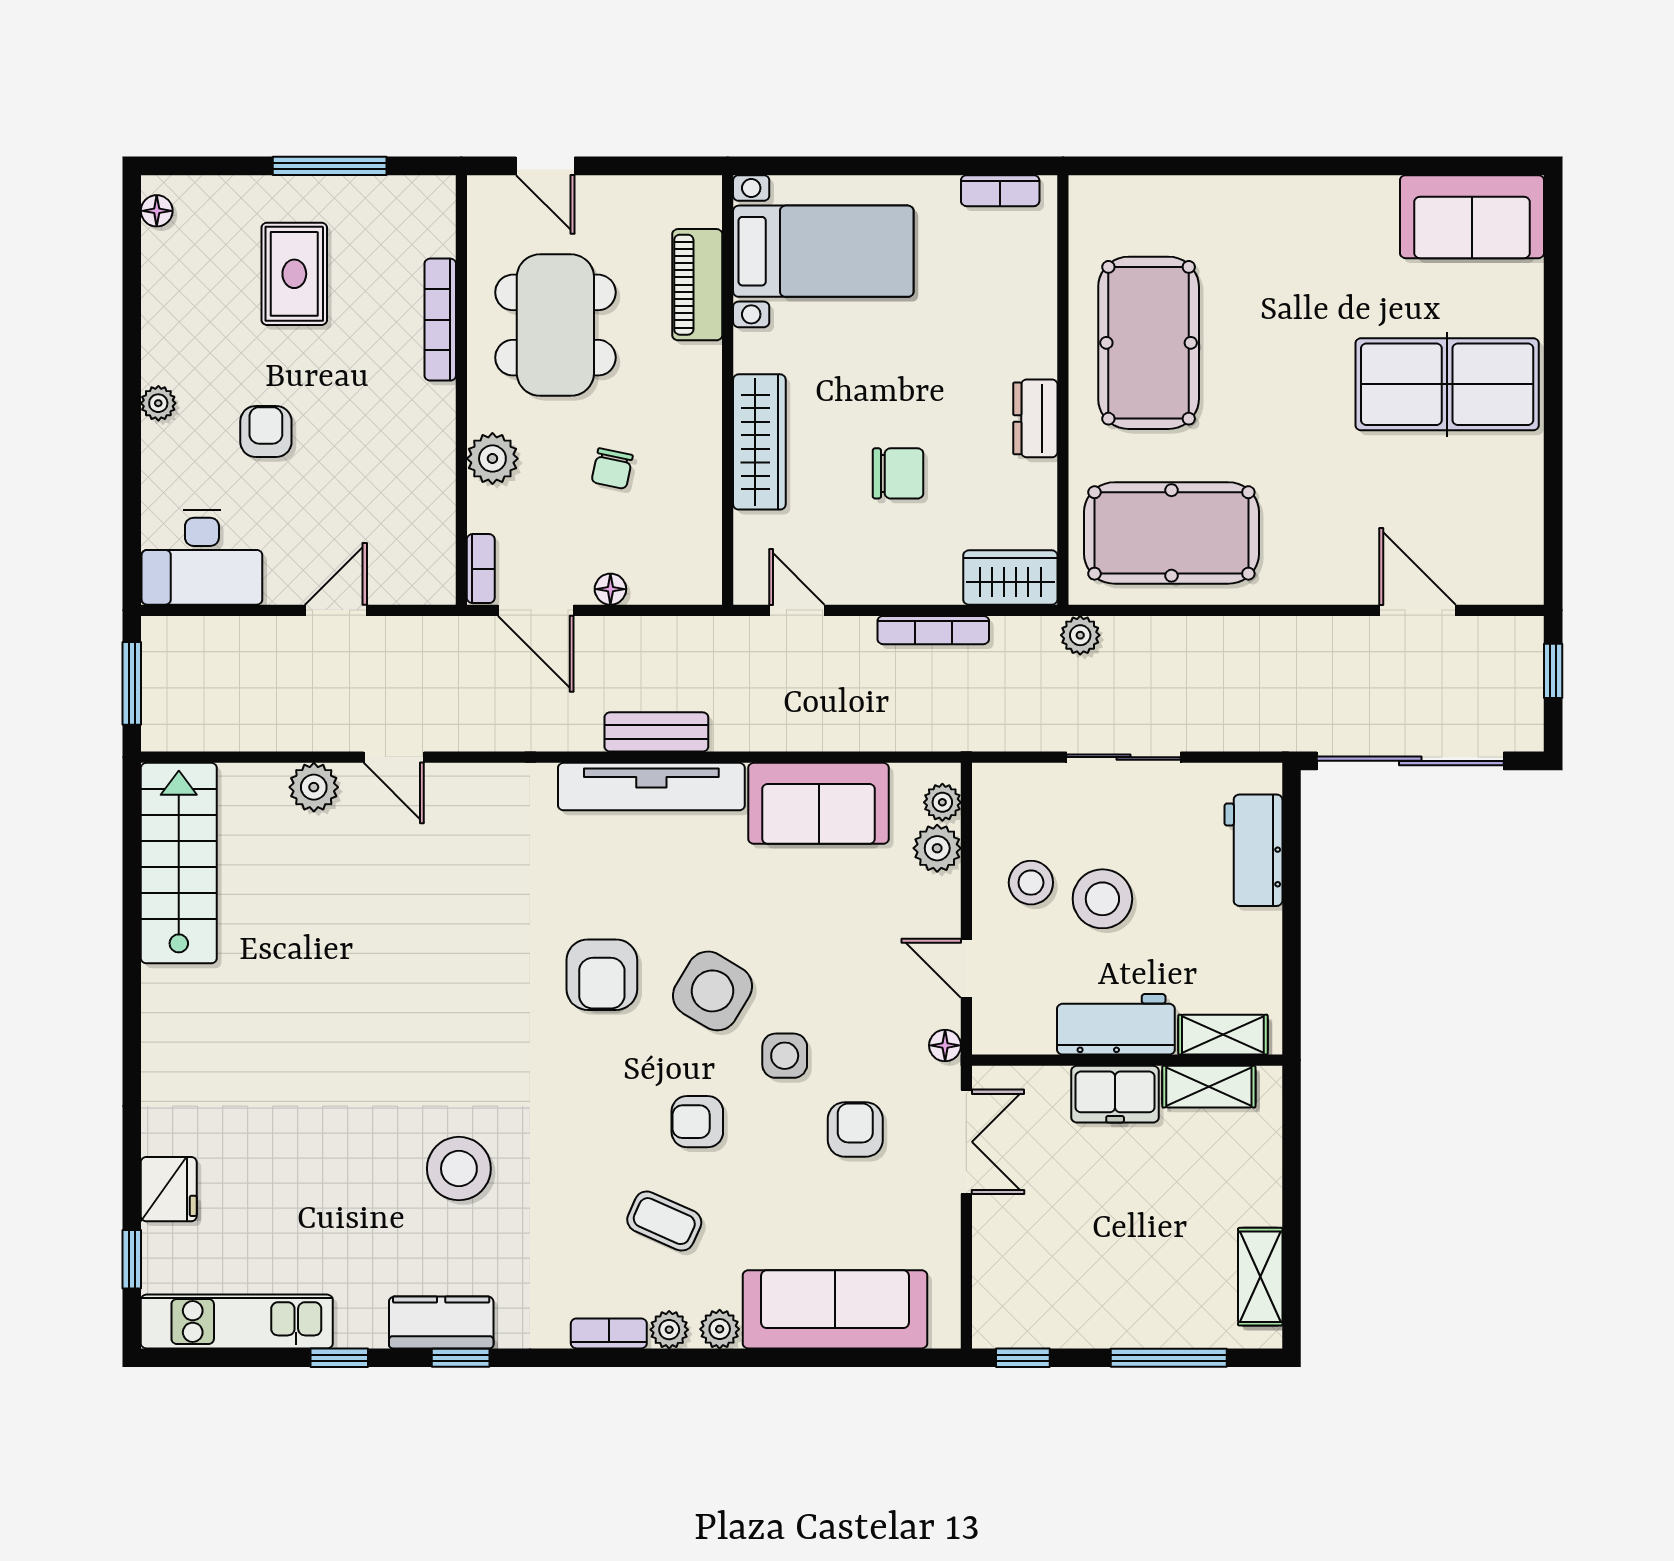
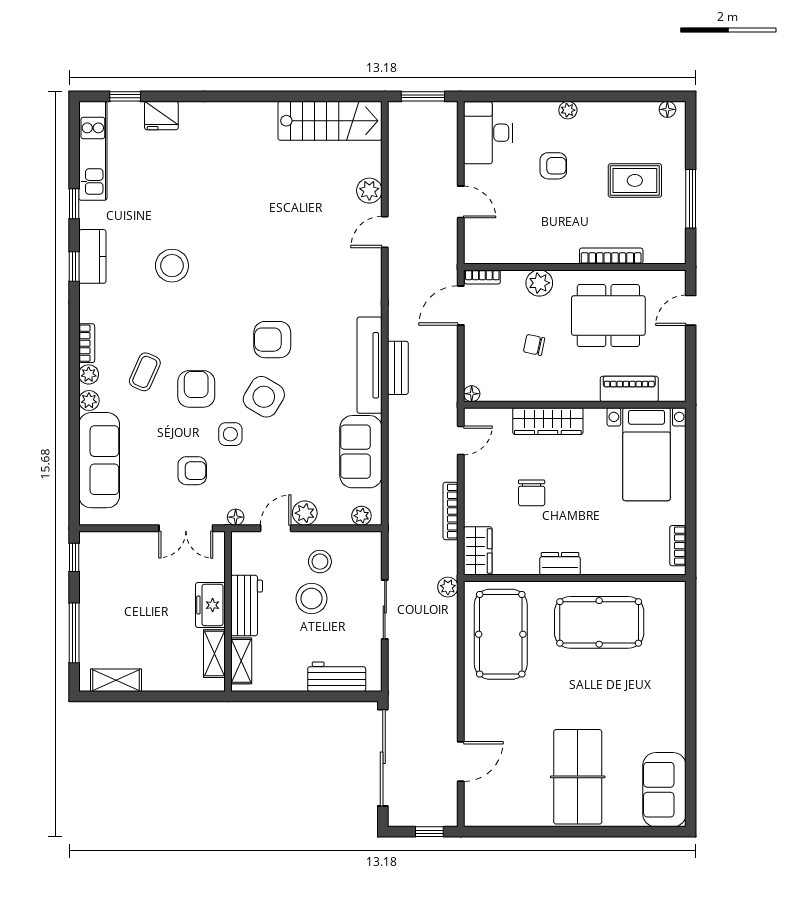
floor lamp: (610, 589) -> (472, 394), moved
plant: (937, 848) -> (305, 513), moved
armchair: (697, 1122) -> (196, 389), width x1.38, depth x1.38

